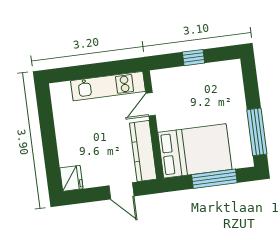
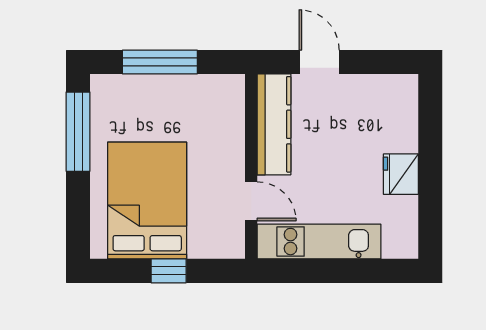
door: (151, 104) -> (251, 201), hinge flipped
bed: (195, 151) -> (147, 200), moved, turned 90
fridge: (71, 178) -> (401, 174), moved

